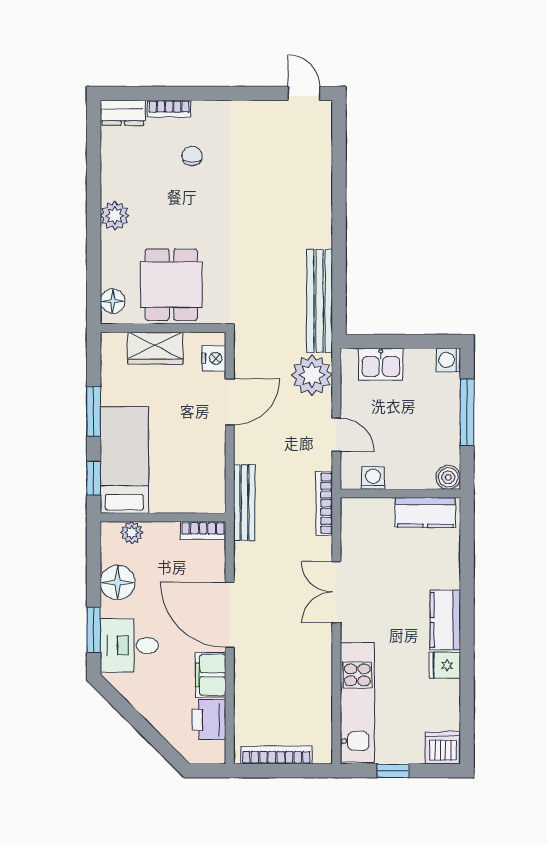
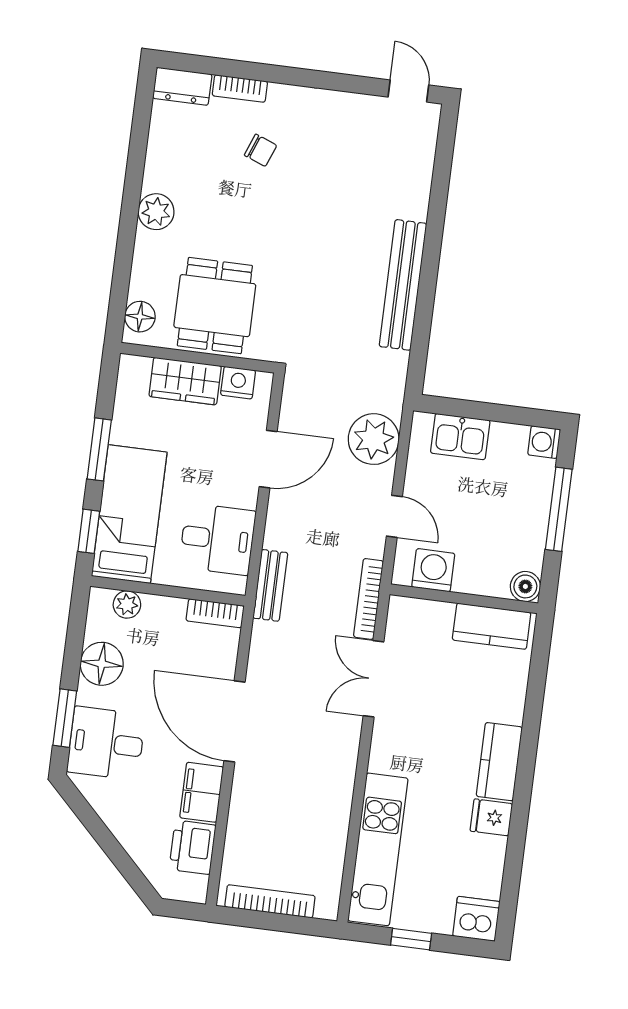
chair: (192, 156) -> (261, 150), turned 111
bench: (320, 301) -> (403, 285), moved
nightstand: (214, 358) -> (238, 383), moved, turned -90
desk: (197, 471) -> (217, 539), added
washing machine: (373, 478) -> (433, 570), width x1.38, depth x1.38
bench: (244, 503) -> (270, 585), width x0.73
double door: (336, 592) -> (374, 679), moved

